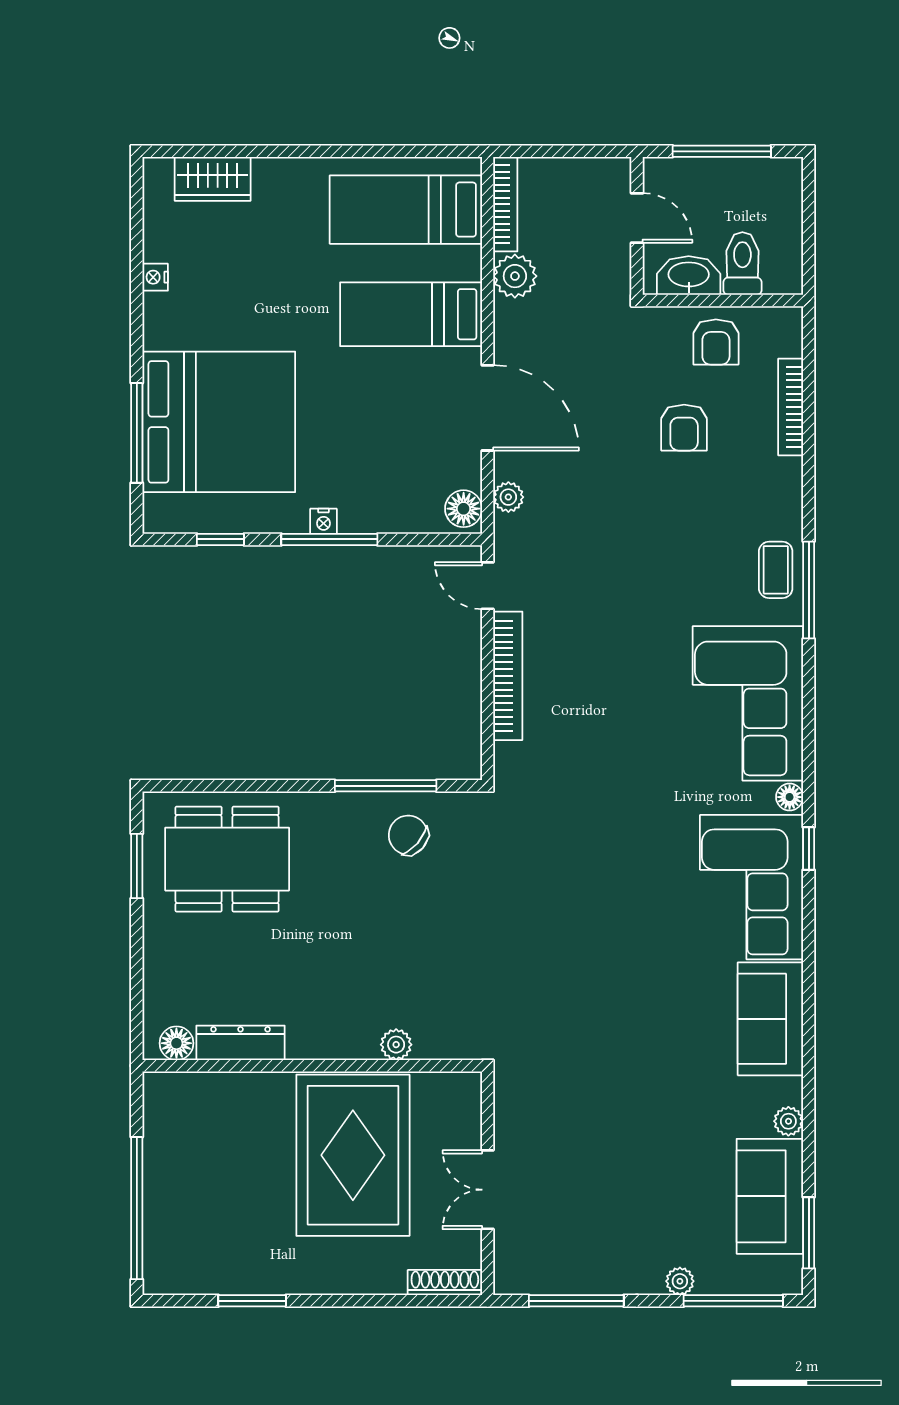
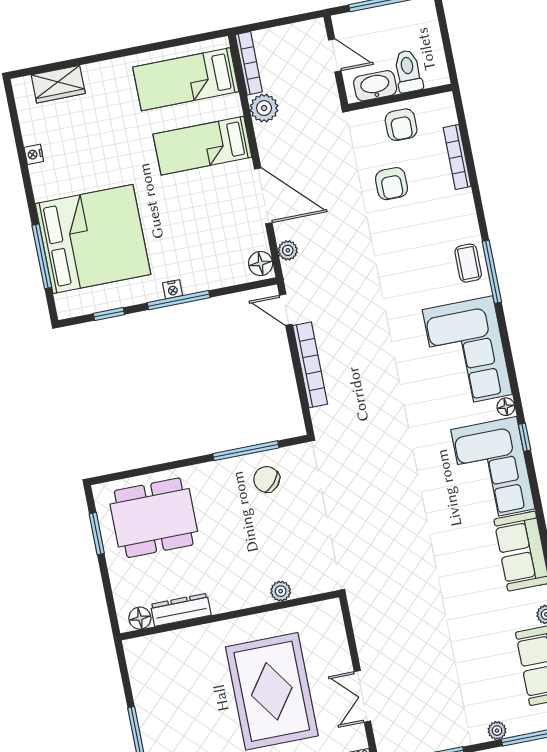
floor lamp: (176, 1043) -> (140, 618), moved
dresser: (240, 1043) -> (181, 610), moved
plant: (396, 1045) -> (281, 591), moved
wall: (312, 1066) -> (230, 615), moved

